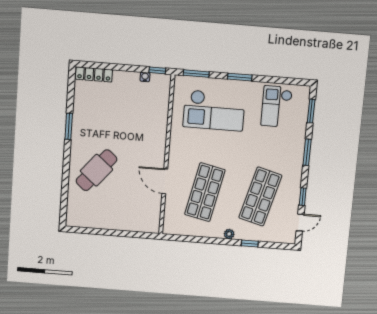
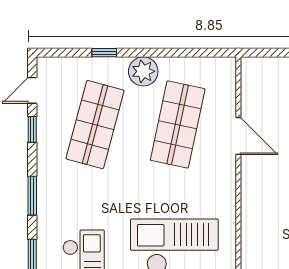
plant: (229, 234) -> (143, 71), width x1.88, depth x1.88

